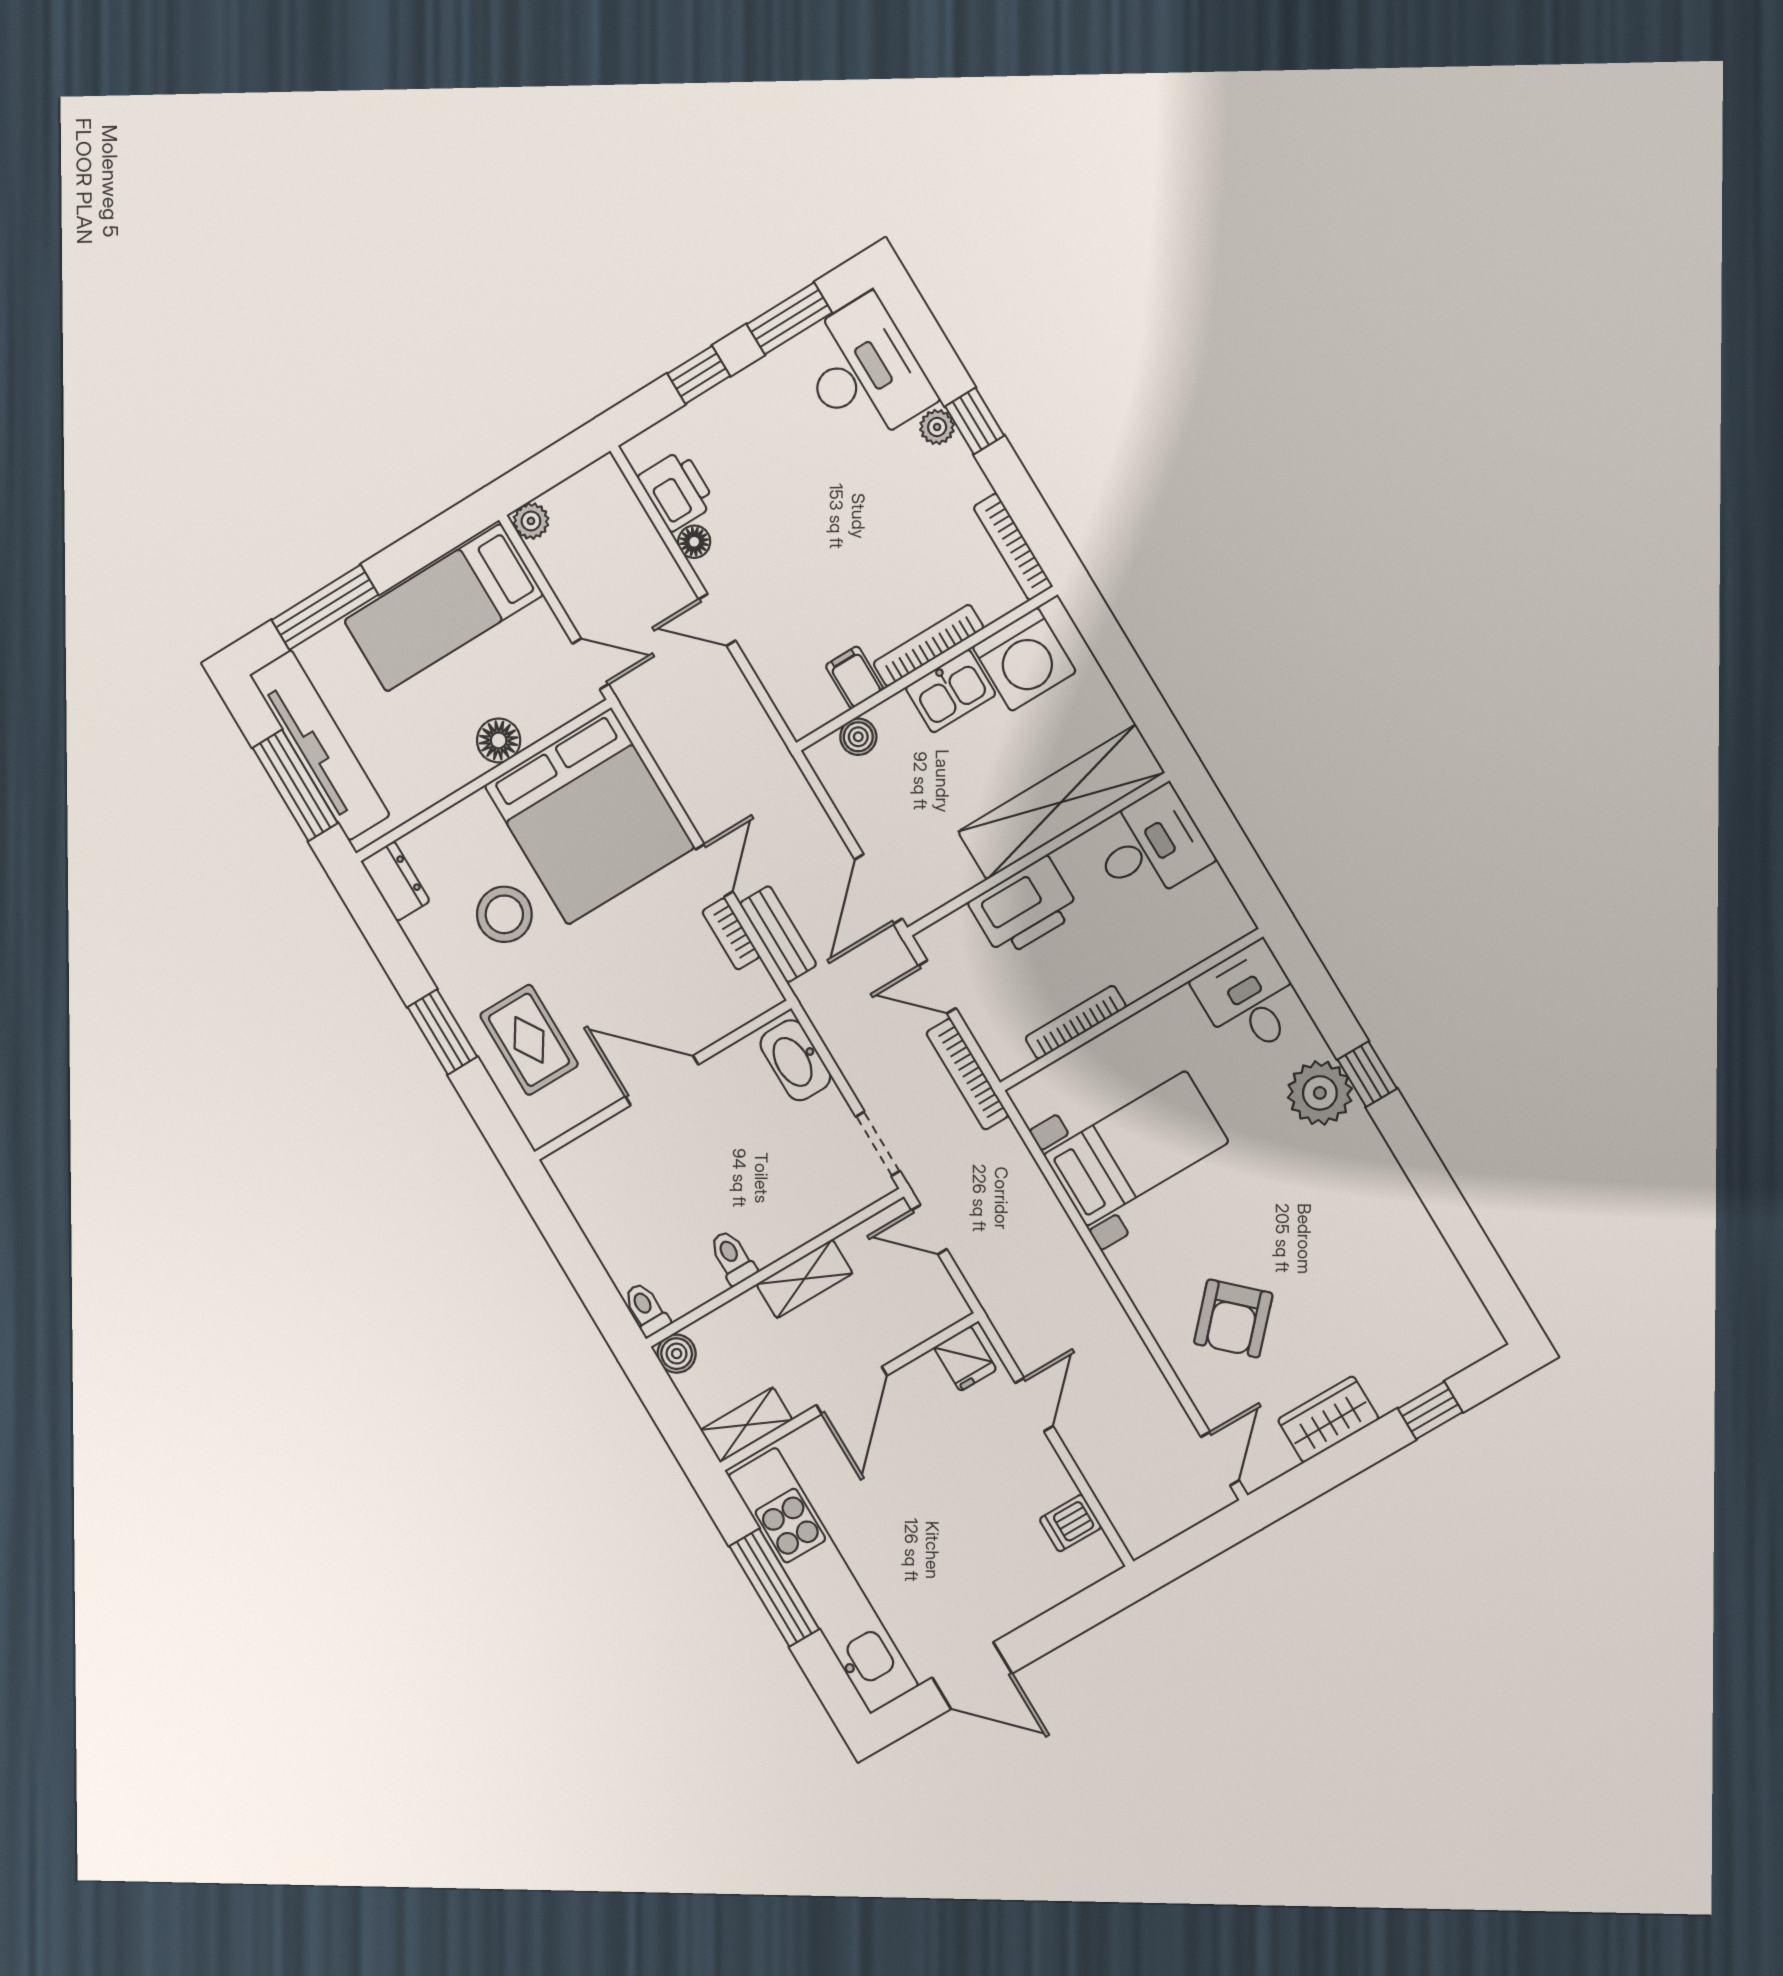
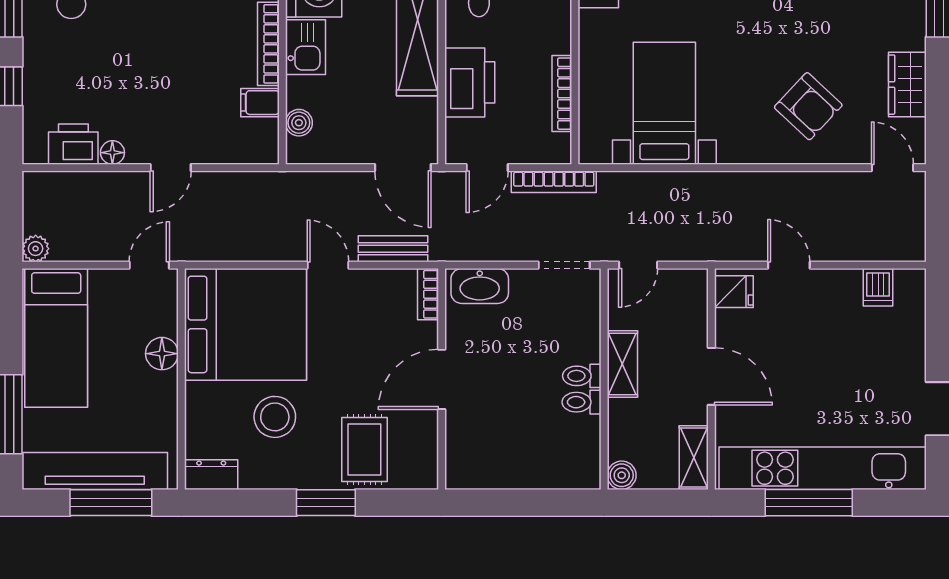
bookcase: (731, 934) -> (428, 294), moved, turned 90
rug: (529, 1040) -> (364, 449), turned 90
toilet: (646, 1309) -> (582, 376), moved

